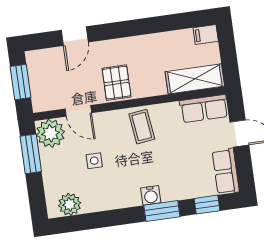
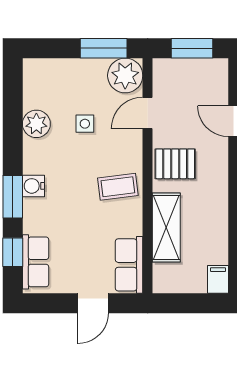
shelving: (195, 79) -> (166, 228), moved
row of seats: (226, 171) -> (36, 262), moved, turned 90
plant: (70, 204) -> (36, 124), moved

